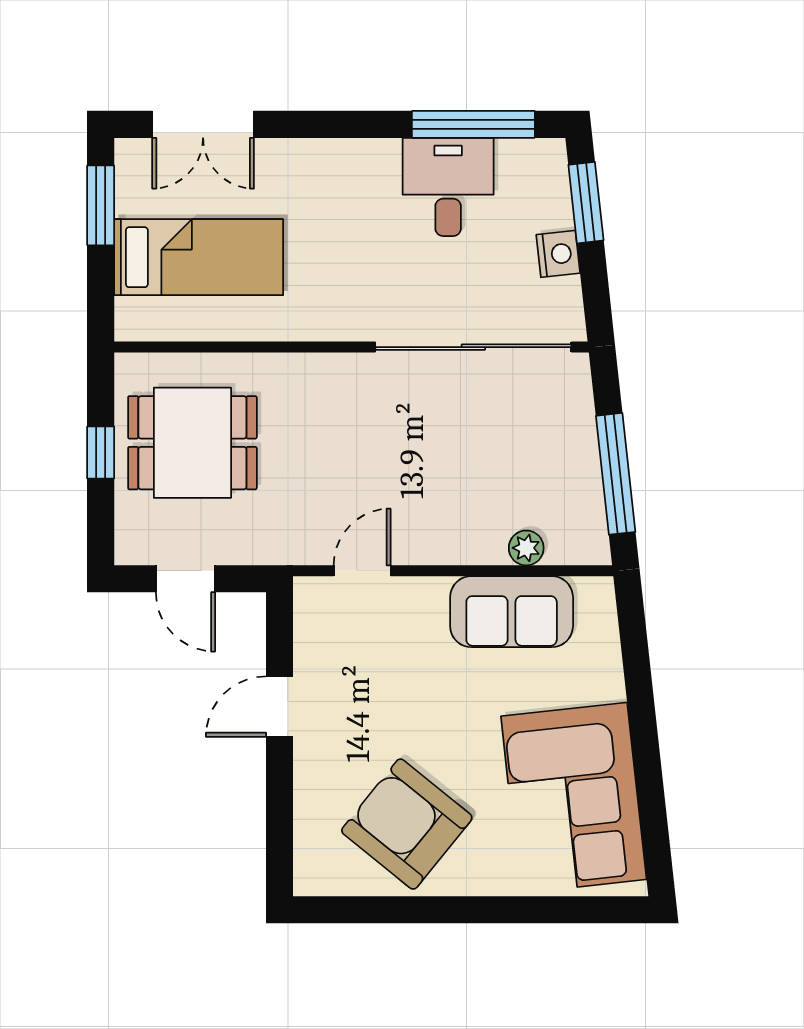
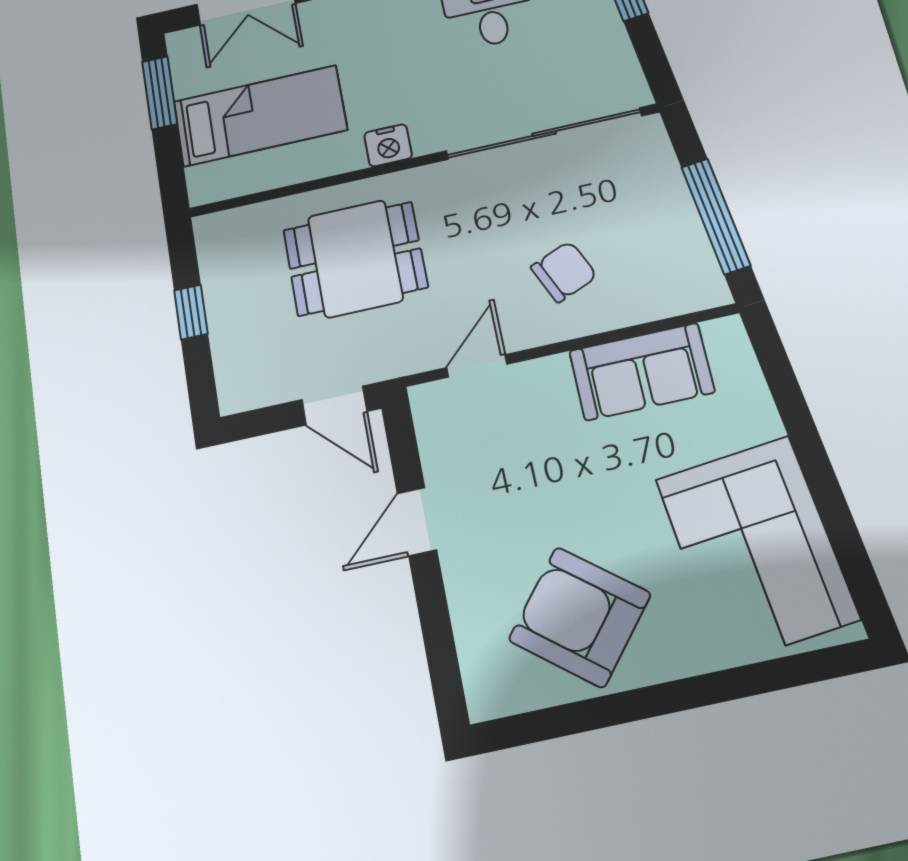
nightstand: (558, 254) -> (388, 145), moved, turned 96
dining table: (192, 443) -> (355, 259), moved
chair: (462, 496) -> (564, 272), added
plant: (526, 548) -> (642, 306), removed
door: (185, 579) -> (334, 405), moved

